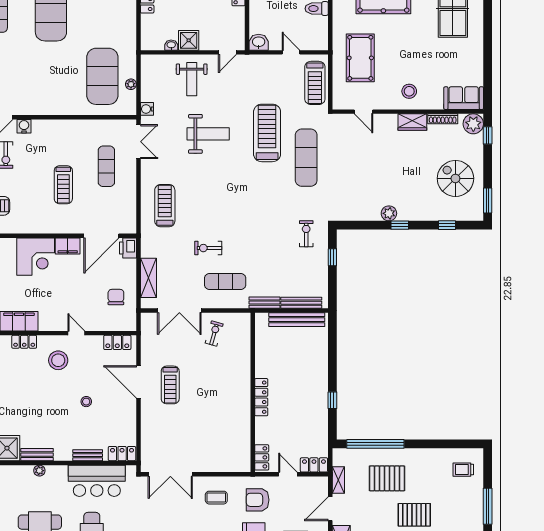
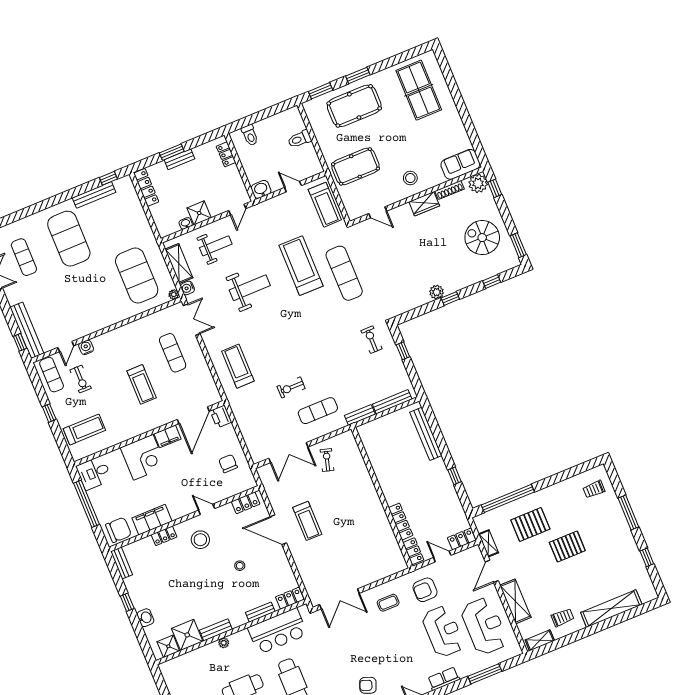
pool table: (360, 58) -> (355, 166), turned 90
weight bench: (192, 79) -> (216, 246), turned -90
plant: (131, 84) -> (174, 294), moved
shelving: (148, 278) -> (179, 264), moved
bench: (297, 320) -> (426, 434), moved, turned 90
locker: (261, 397) -> (401, 522), moved

